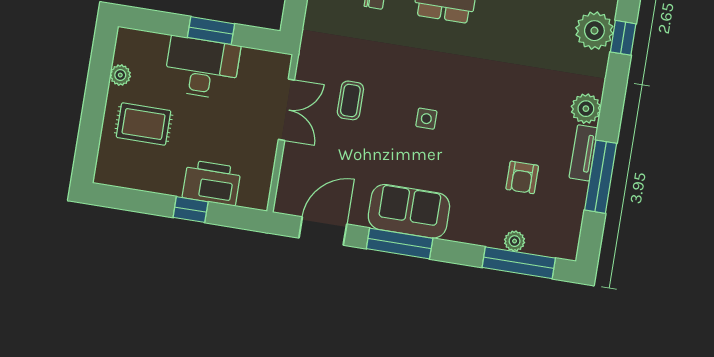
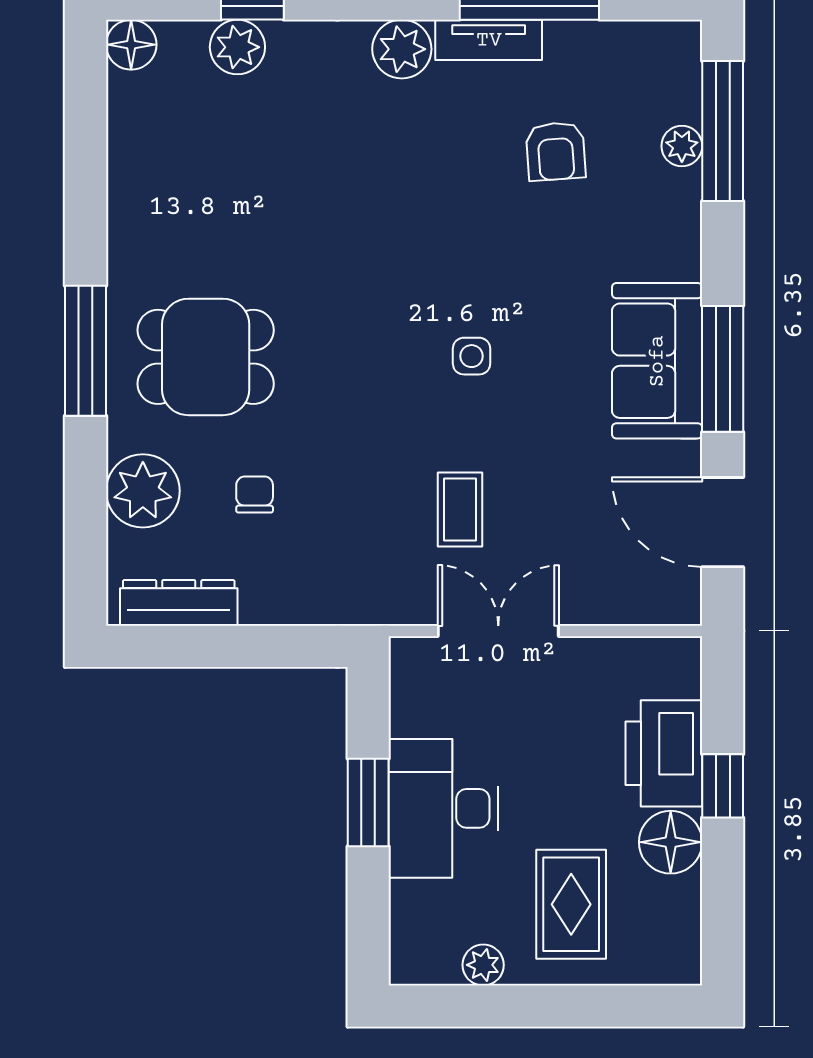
plant: (594, 31) -> (237, 47), width x0.73, depth x0.73
coffee table: (350, 100) -> (460, 509), turned 90
armchair: (522, 177) -> (556, 151), turned 86
floor lamp: (167, 179) -> (671, 842), added

